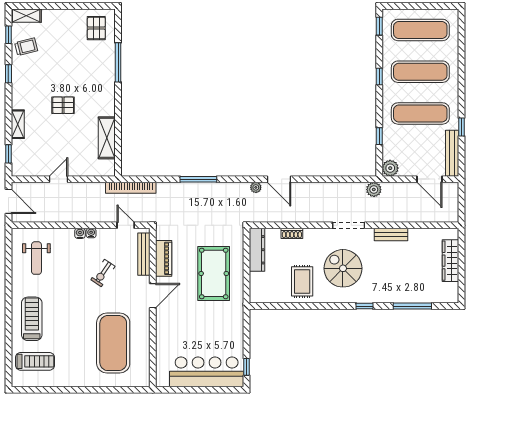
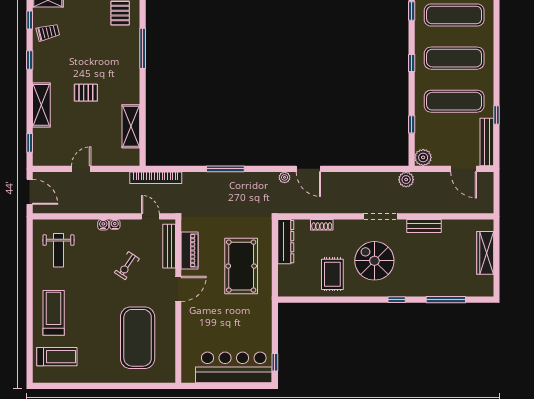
shelving: (18, 124) -> (41, 105), width x1.50, depth x1.33

